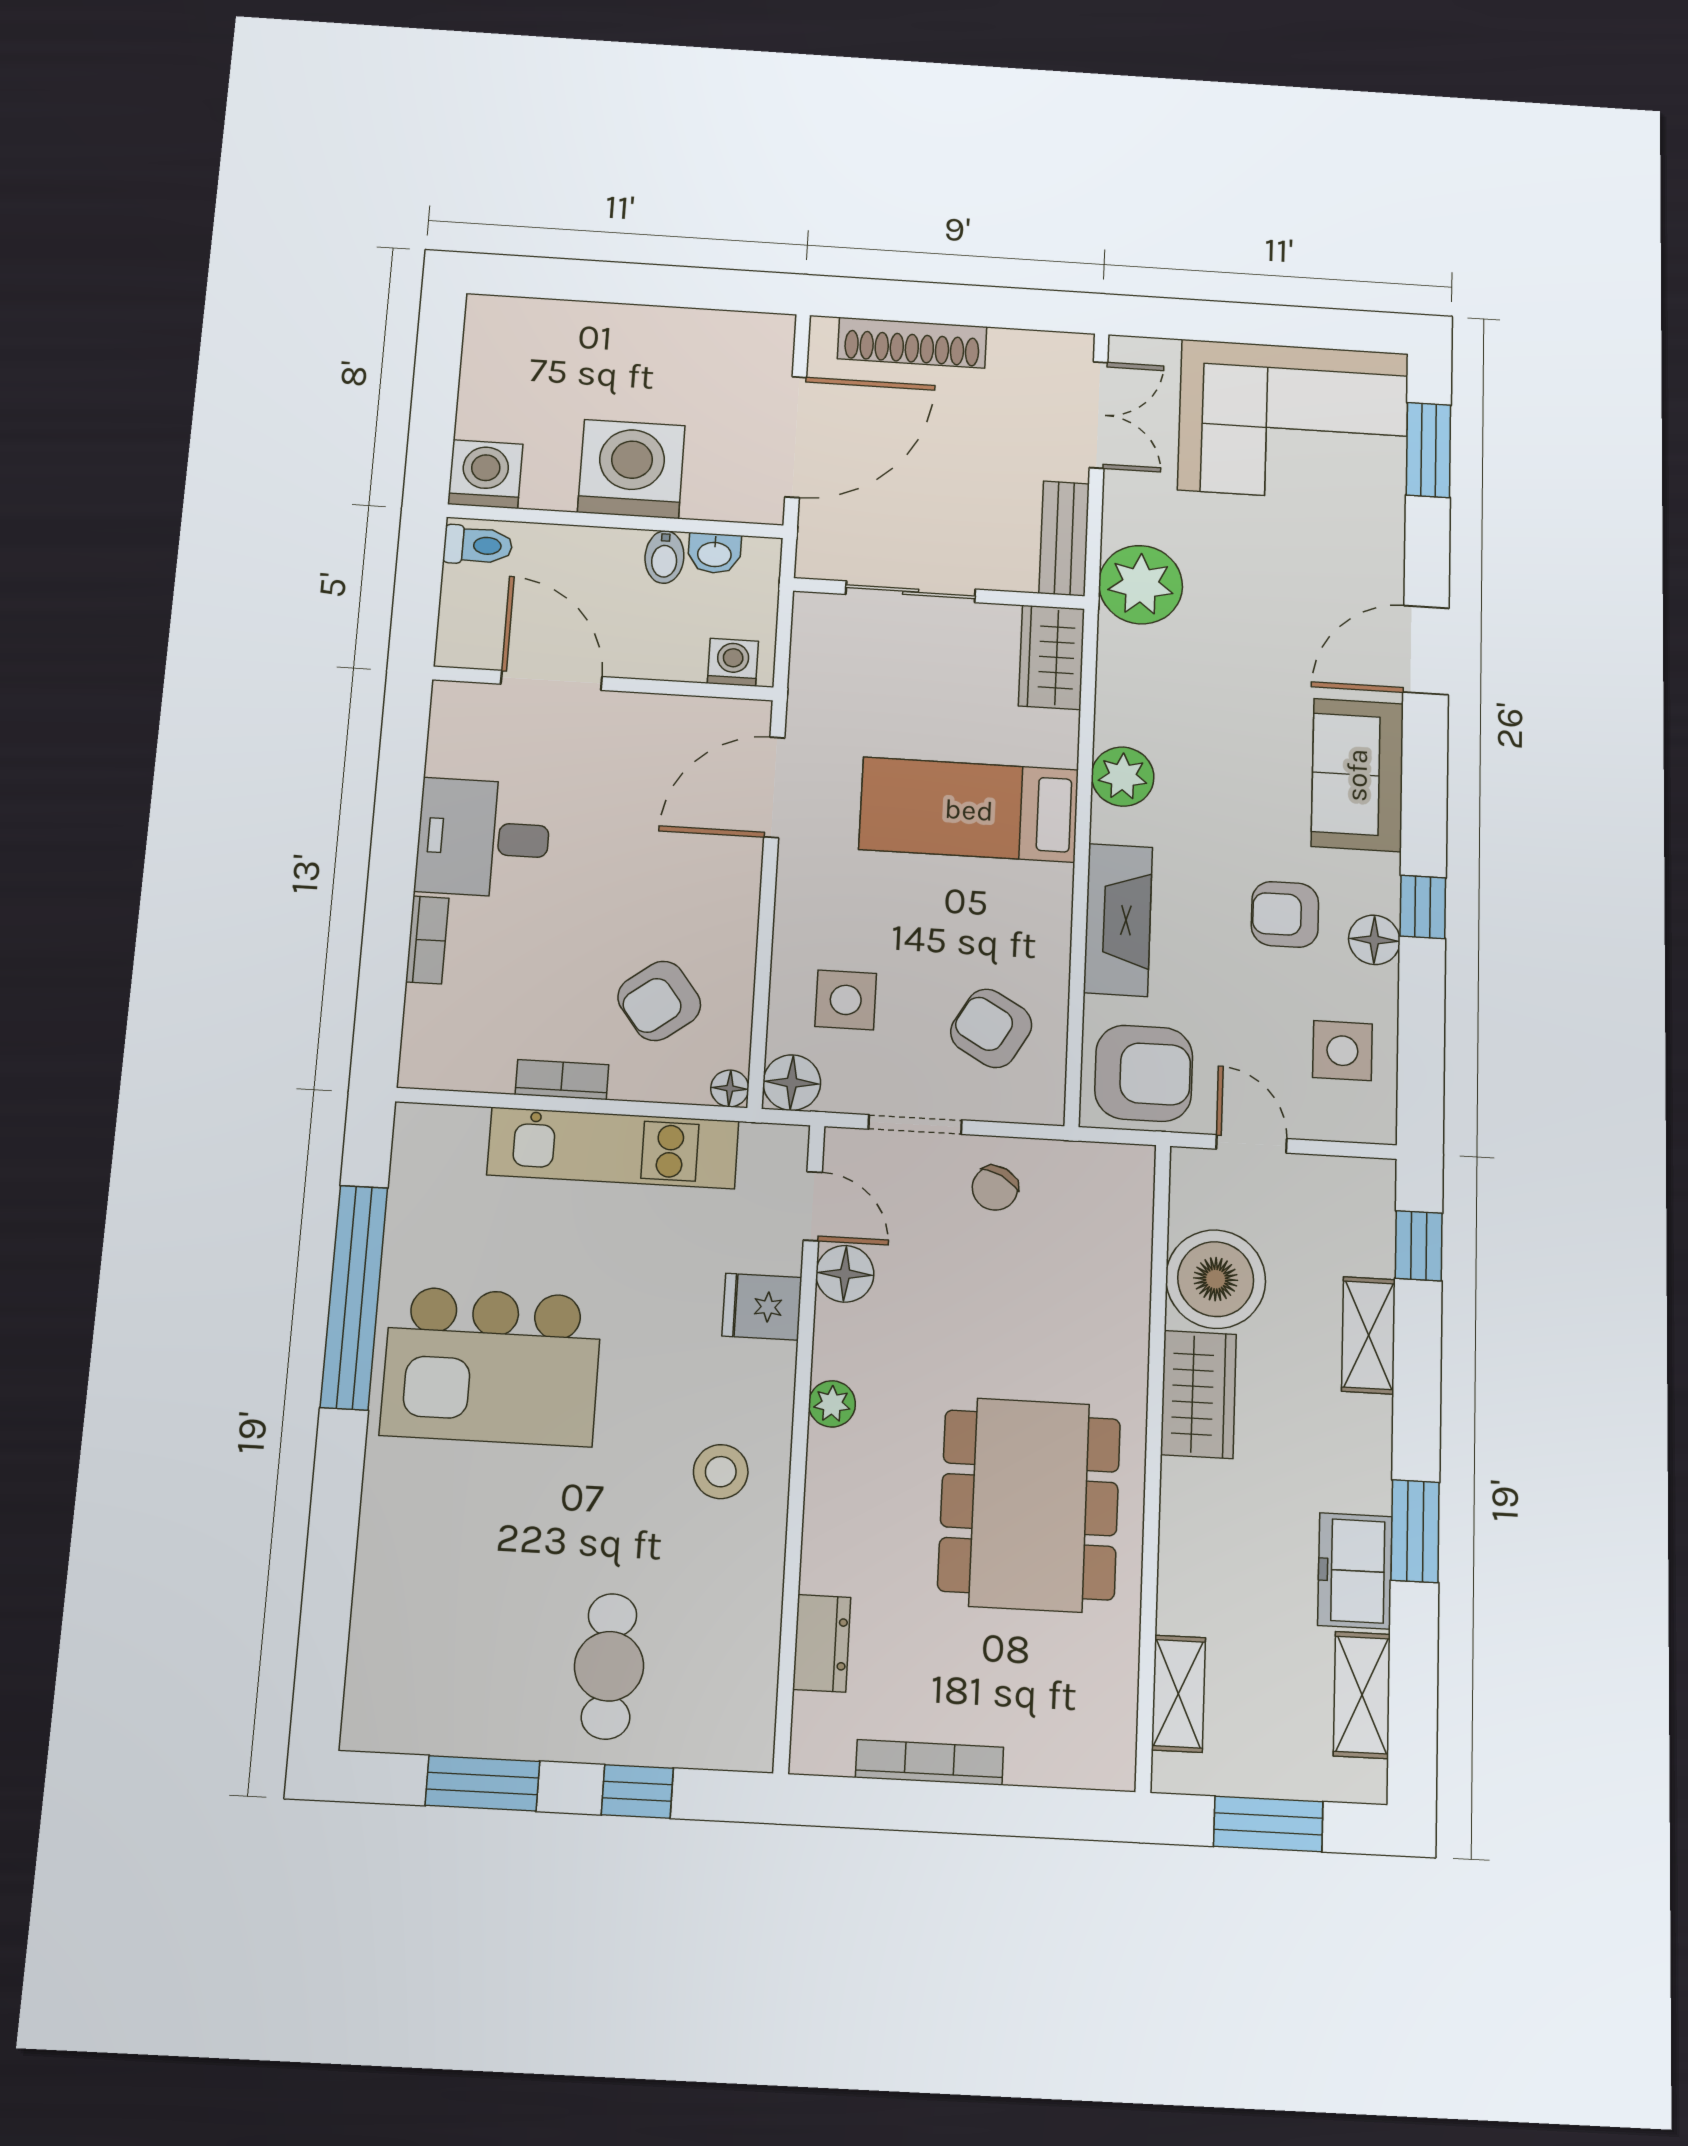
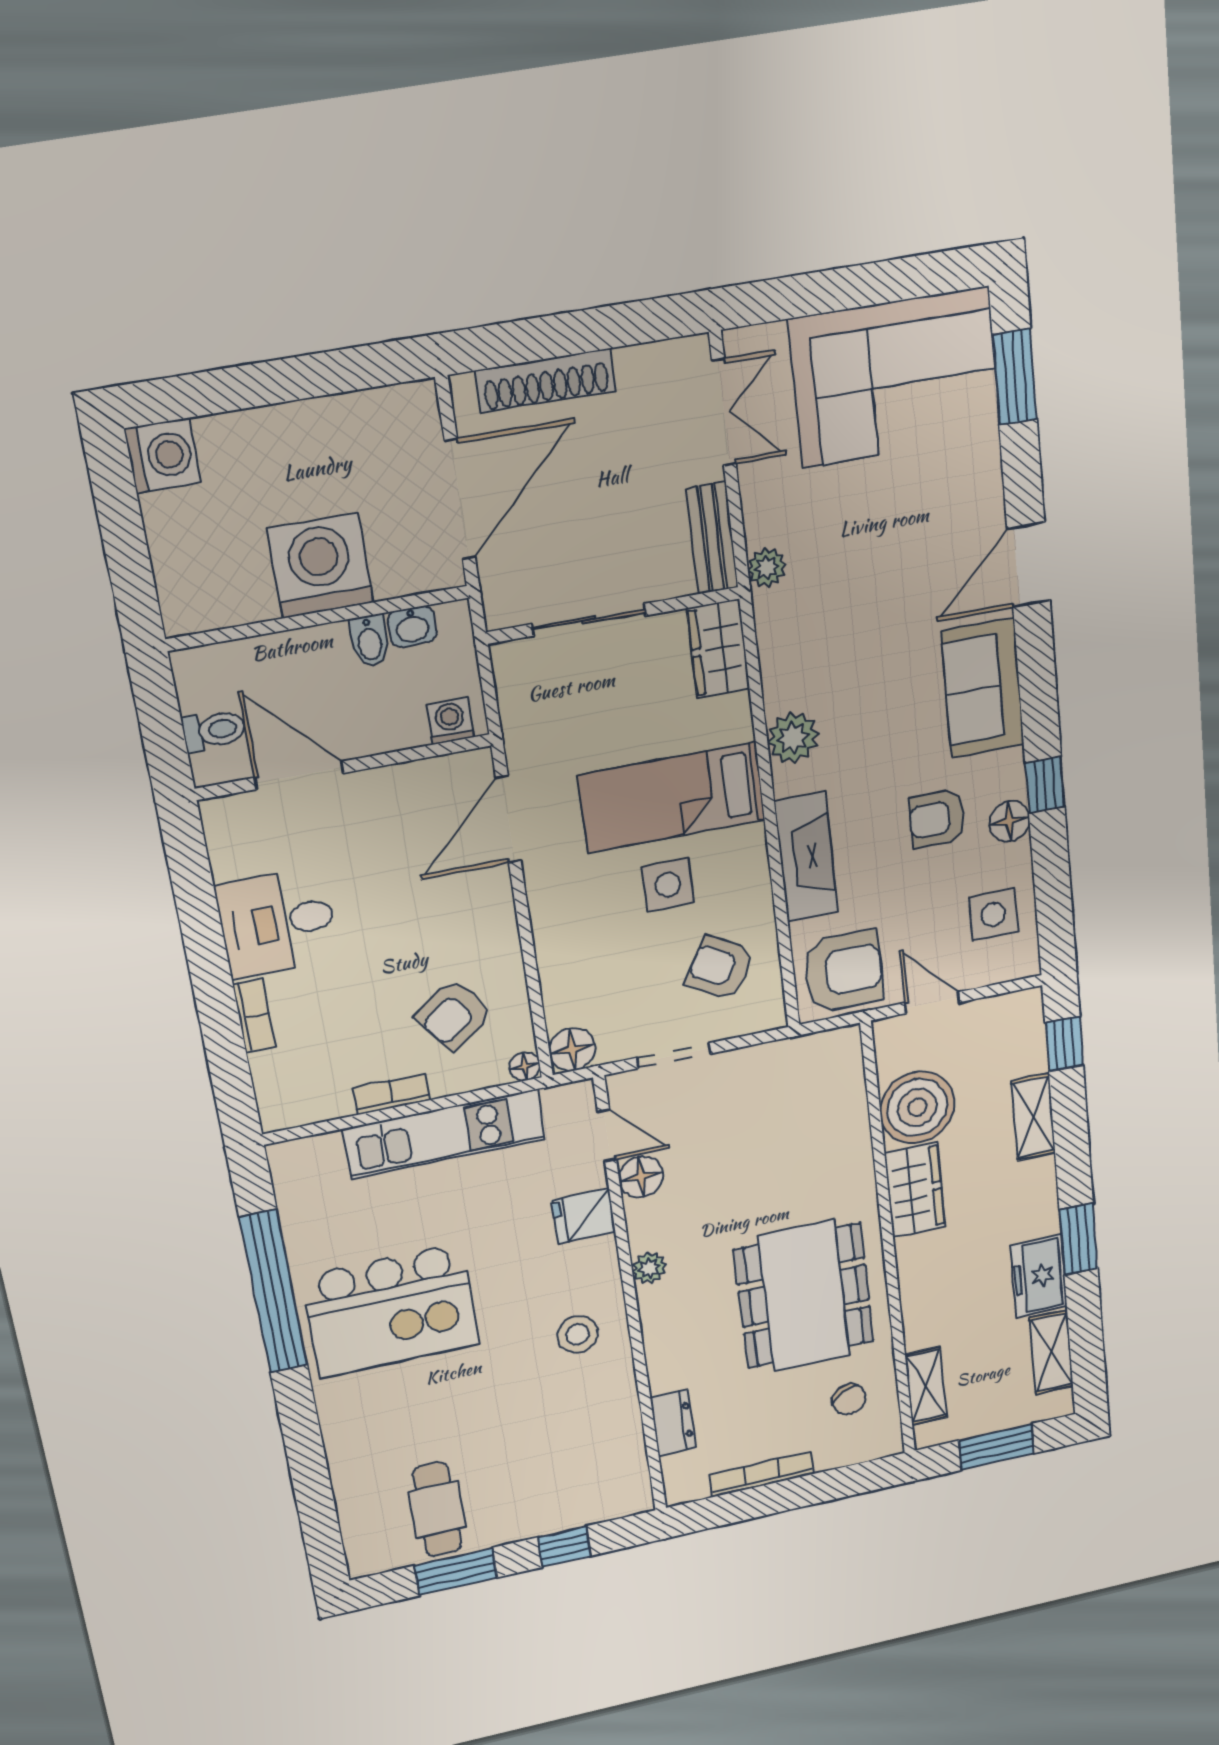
washing machine: (485, 474) -> (163, 456), moved, turned 90
toilet: (478, 545) -> (214, 730), moved
plant: (1141, 585) -> (767, 568), width x0.53, depth x0.53
side table: (846, 1000) -> (668, 885), moved
chair: (995, 1188) -> (849, 1399), moved, turned -57
cafe table: (609, 1666) -> (437, 1509), moved

